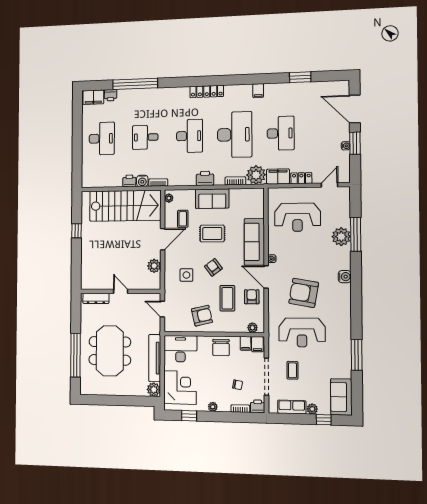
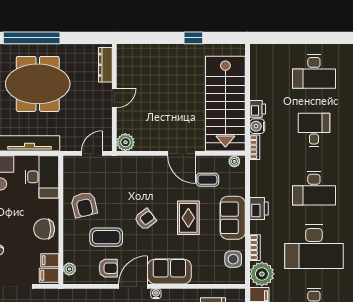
sofa: (254, 242) -> (169, 272), width x0.73
plant: (154, 266) -> (125, 142), moved
side table: (186, 275) -> (233, 259), moved

